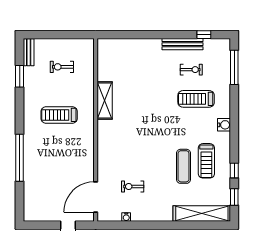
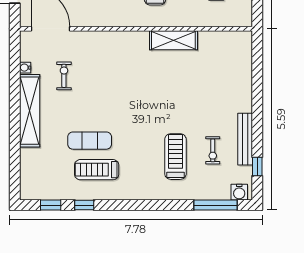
water cooler: (224, 125) -> (239, 192), moved
shelving: (202, 213) -> (30, 111), moved

